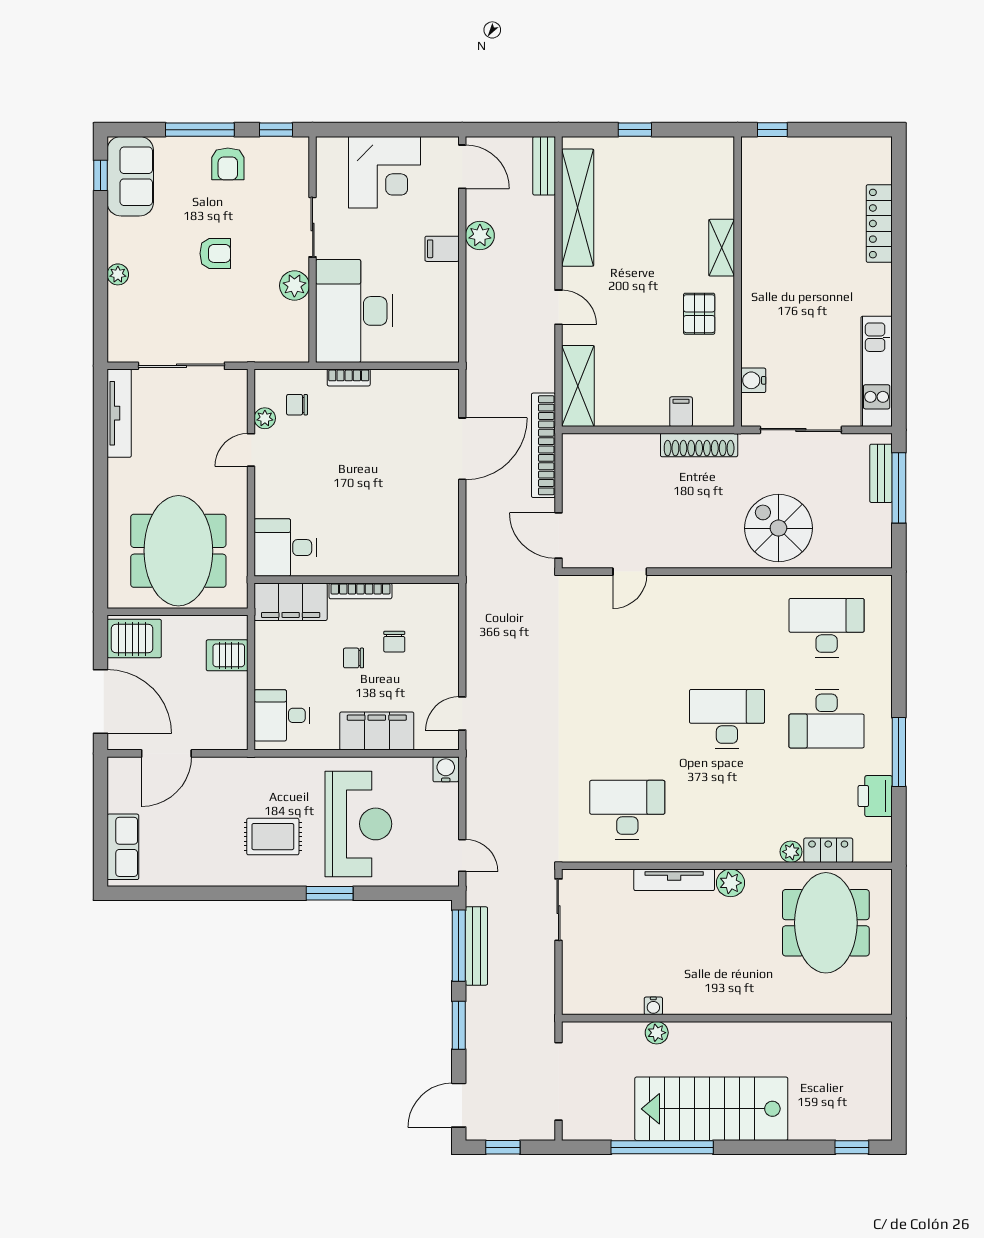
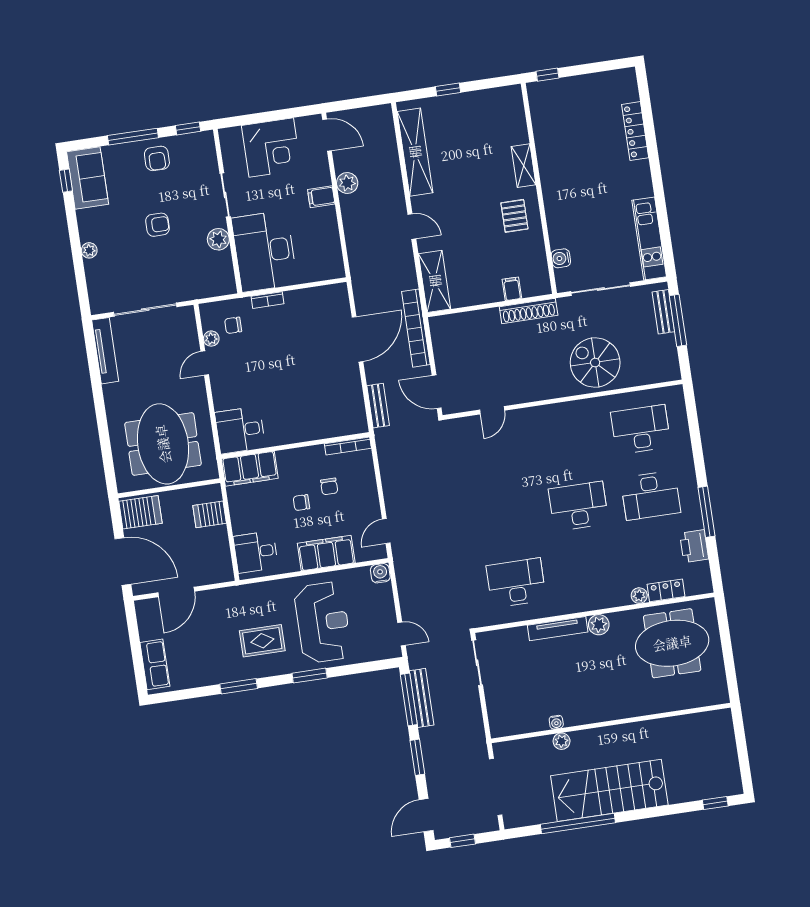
bench: (544, 166) -> (378, 406), moved
bookcase: (360, 591) -> (348, 446), moved
window: (232, 893) -> (239, 686), added
meeting table: (826, 923) -> (672, 643), turned 90

